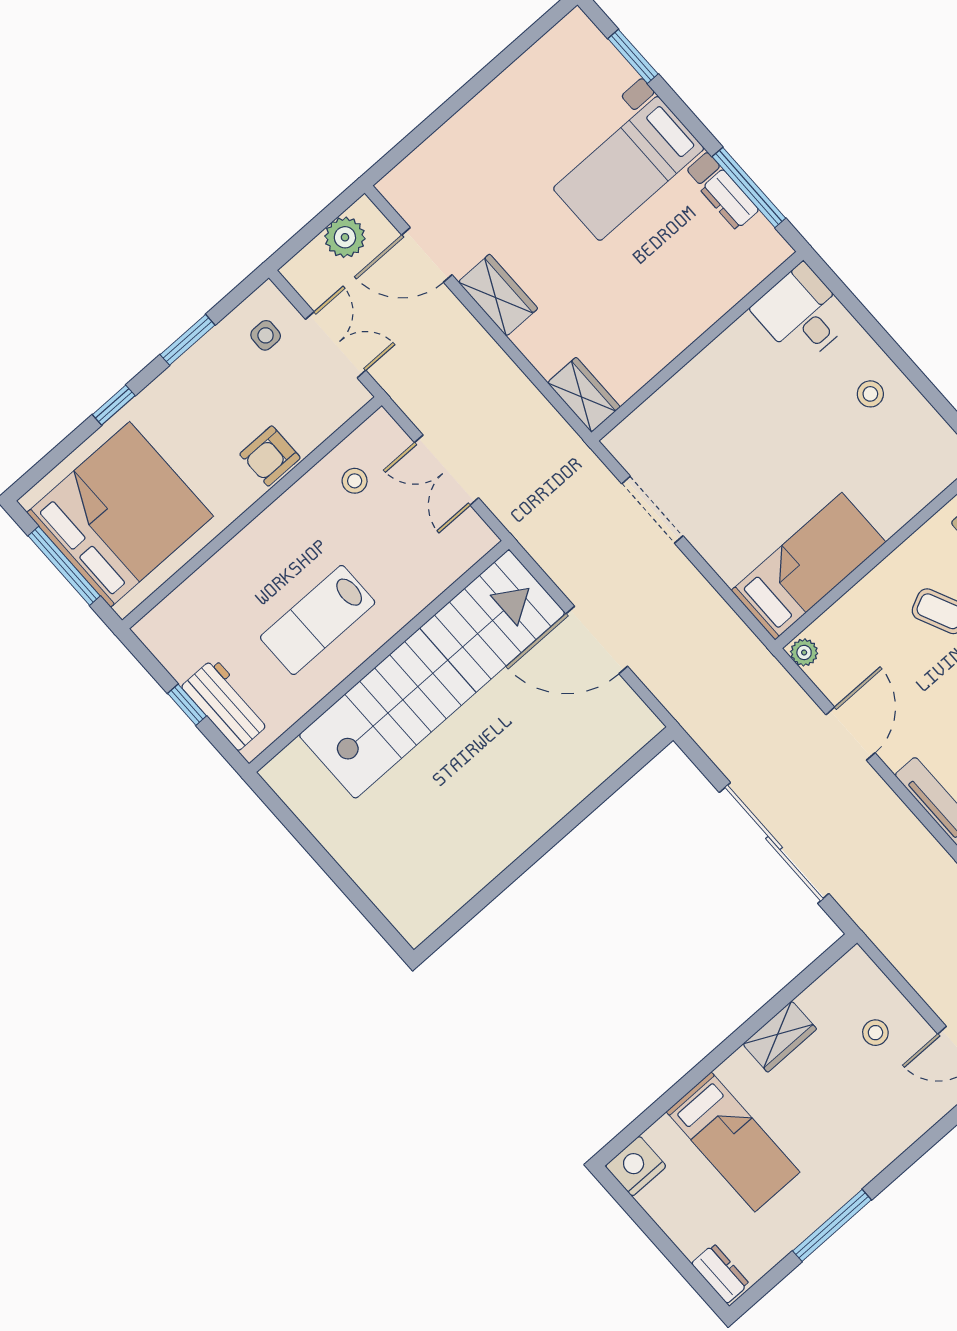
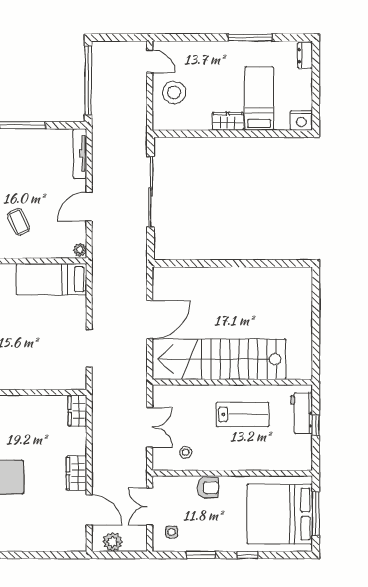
door: (597, 640) -> (150, 320), hinge flipped
stool: (875, 1033) -> (174, 92), width x1.89, depth x1.89
wardrobe: (780, 1037) -> (228, 121), moved

